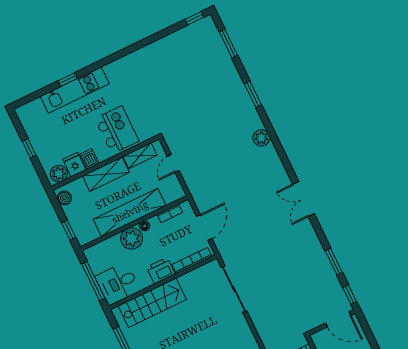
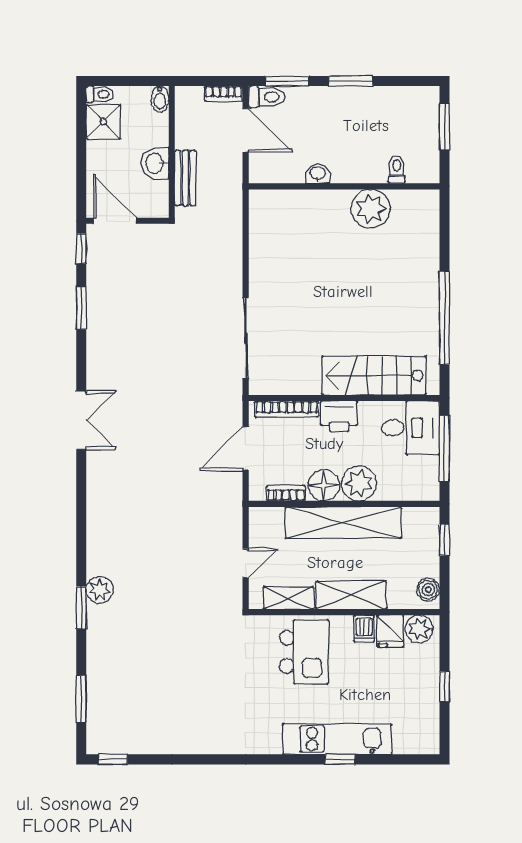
kitchen island: (117, 130) -> (304, 652), turned 180
plant: (261, 138) -> (100, 590), moved
floor lamp: (145, 226) -> (324, 485), width x1.89, depth x1.89

